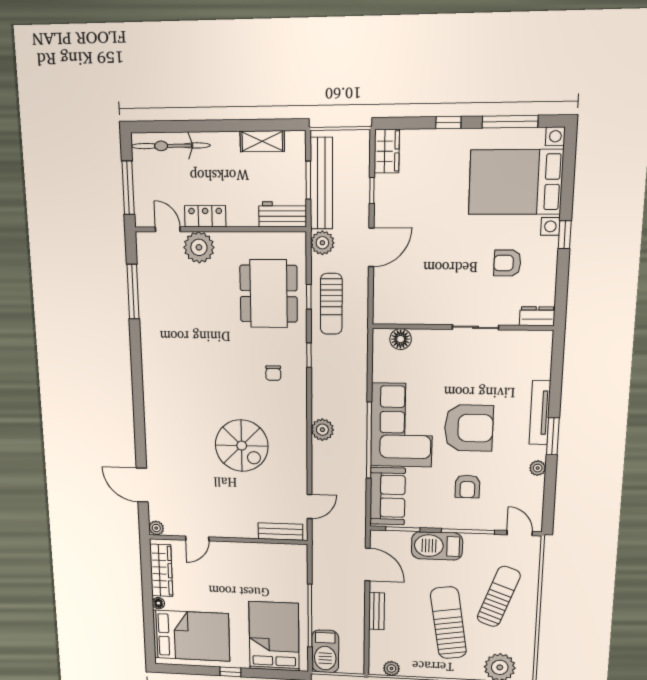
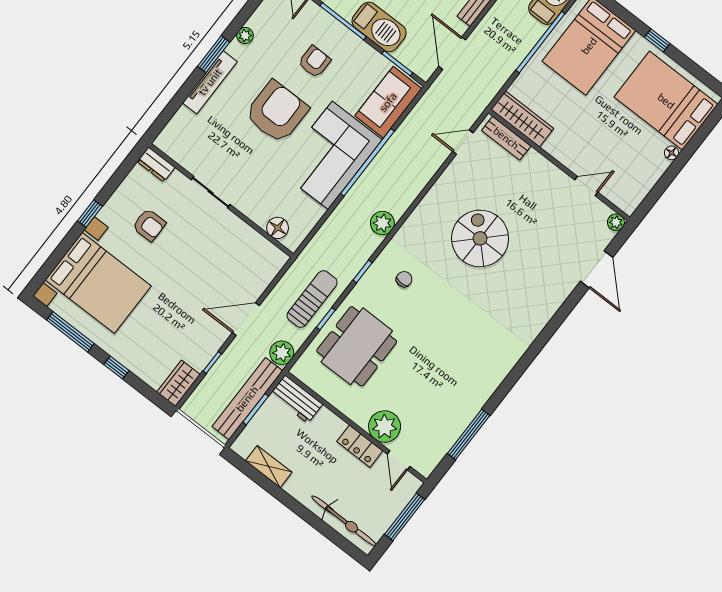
armchair: (469, 428) -> (277, 112), turned 90
plant: (322, 430) -> (382, 223), moved
wardrobe: (161, 570) -> (522, 119), moved, turned 90

